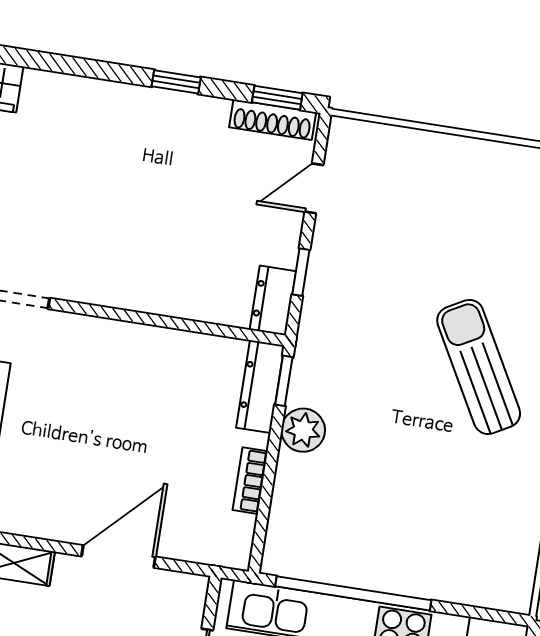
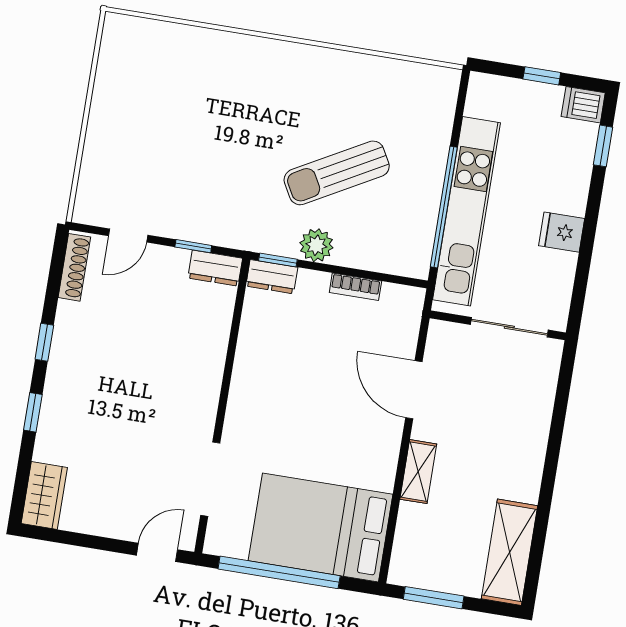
window: (277, 98) -> (33, 412), moved
door: (314, 188) -> (128, 235), hinge flipped
sun lounger: (479, 367) -> (337, 173), moved
dresser: (260, 387) -> (272, 277), width x0.70

